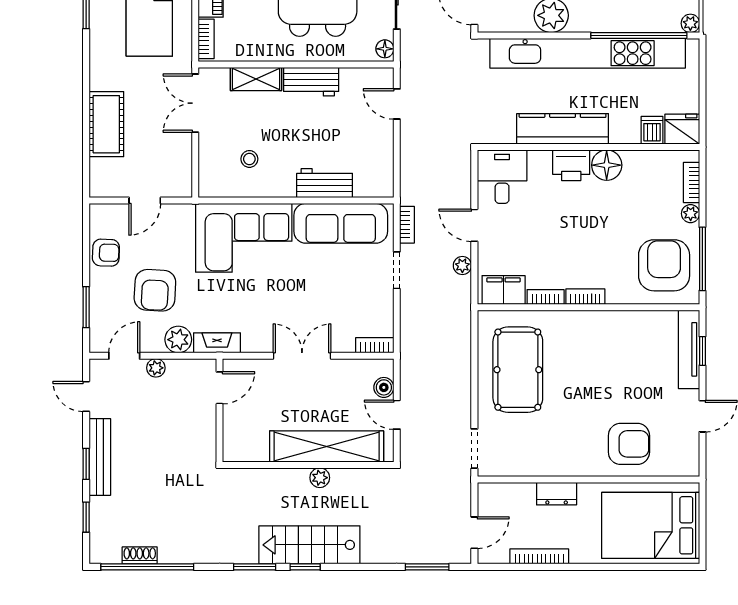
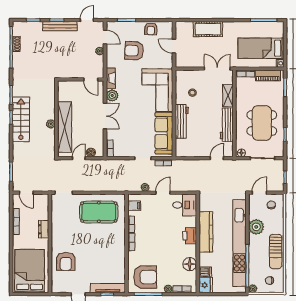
workbench: (311, 82) -> (227, 125), width x1.38
floor lamp: (607, 165) -> (190, 264), moved
workbench: (325, 183) -> (182, 121), width x1.38
filing cabinet: (504, 290) -> (134, 206), width x0.50
plant: (178, 340) -> (112, 95), moved

